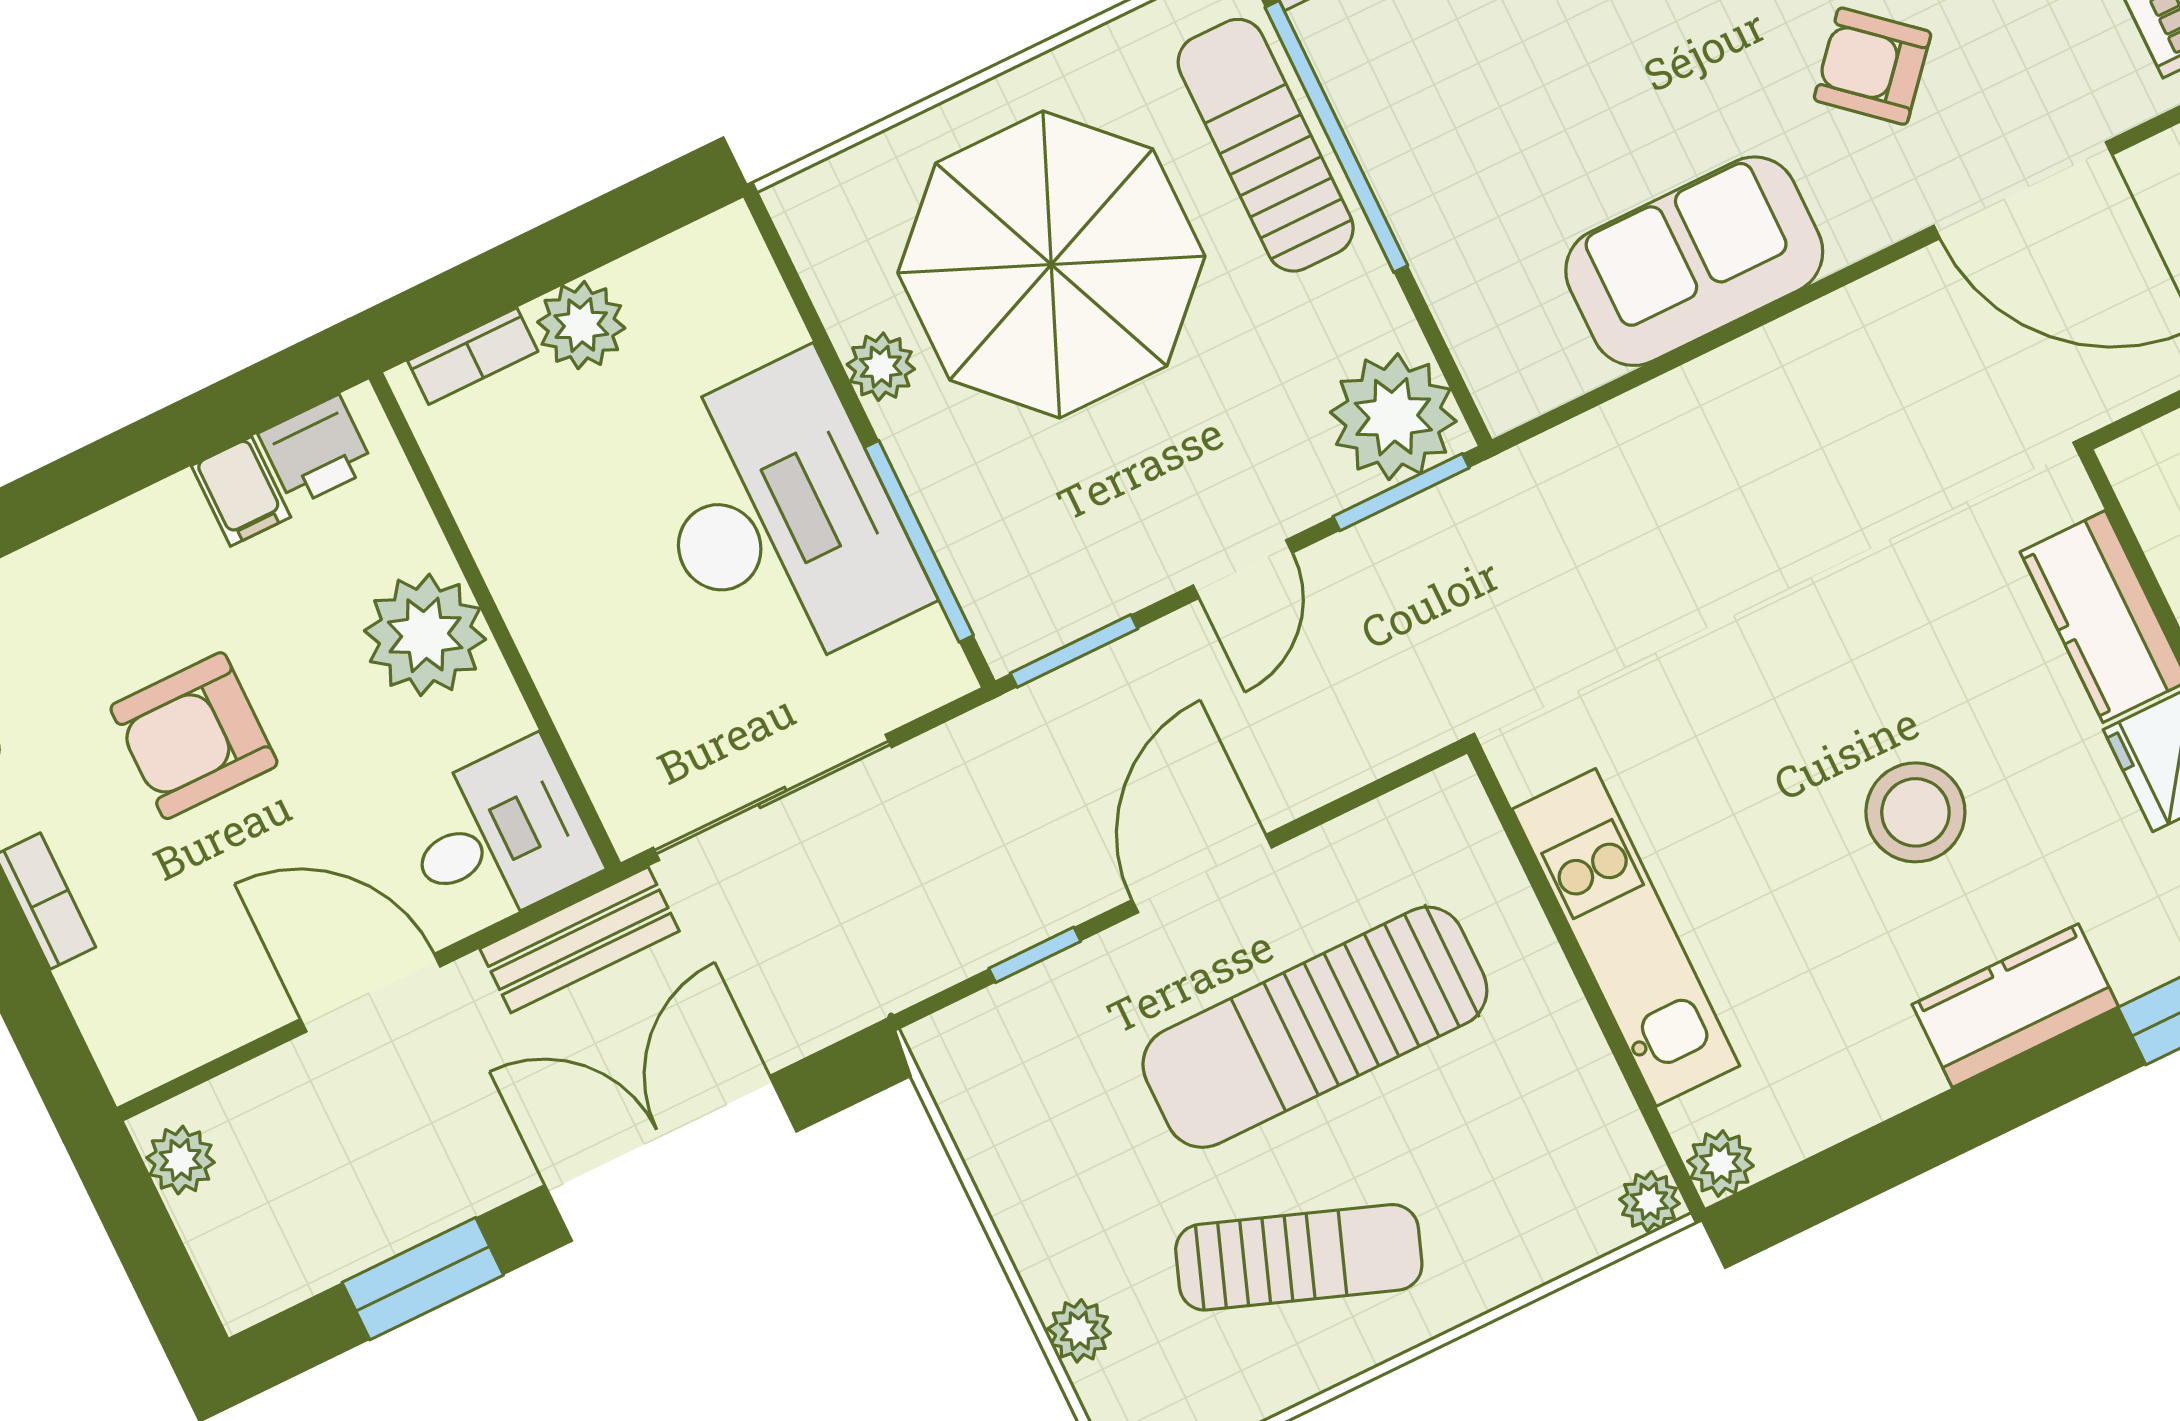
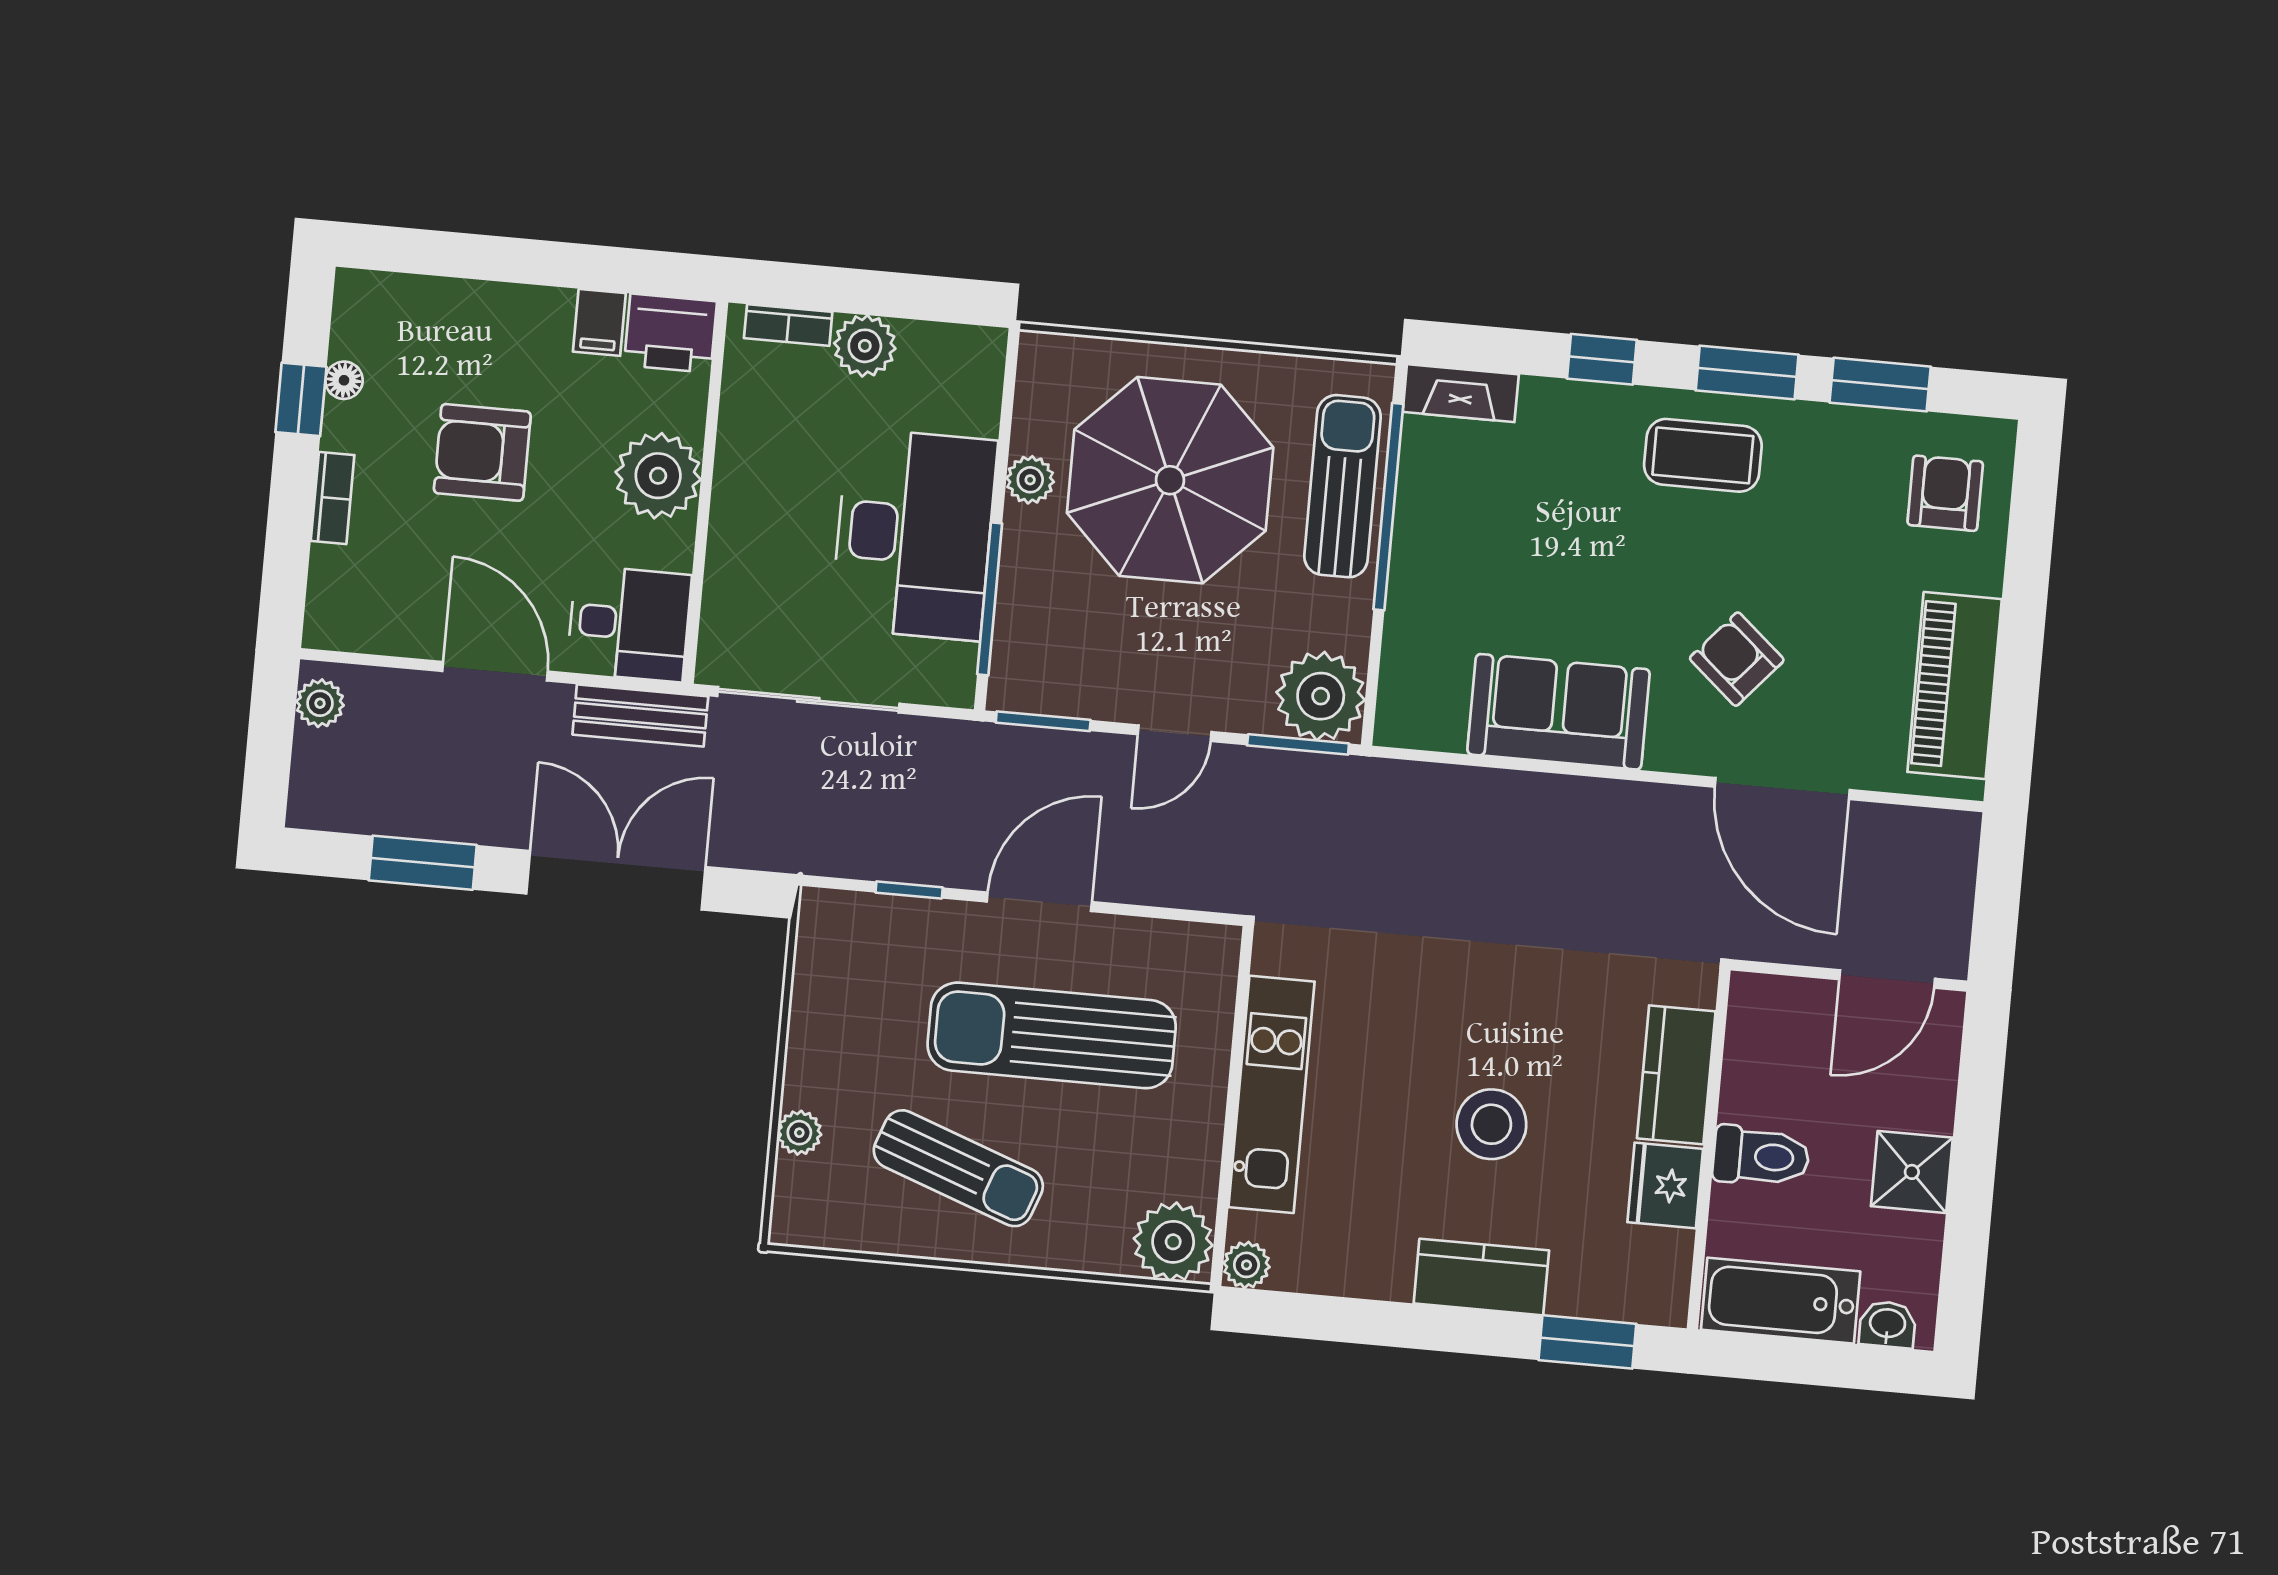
printer: (316, 451) -> (670, 333), width x1.36, depth x1.24
plant: (1649, 1201) -> (1173, 1242), width x1.88, depth x1.88

